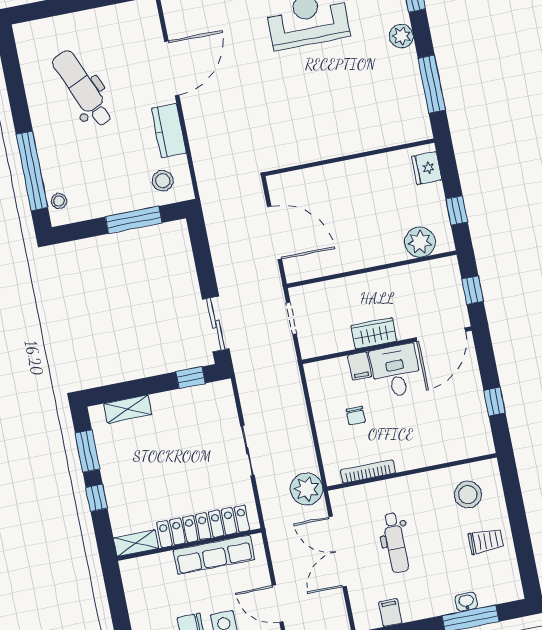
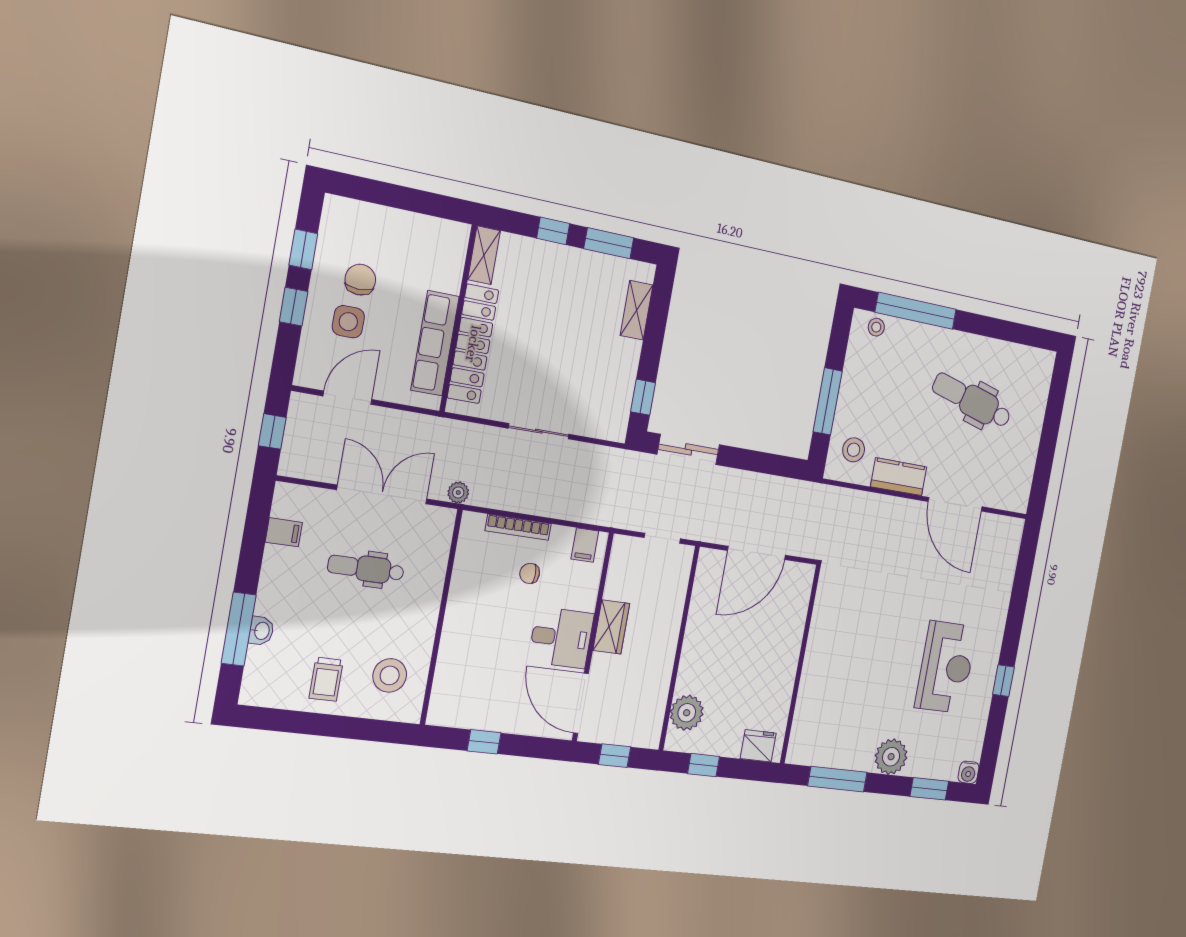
plant: (401, 36) -> (891, 757), width x1.36, depth x1.36
dental chair: (83, 89) -> (972, 401), turned -142
filing cabinet: (360, 366) -> (585, 545), moved, turned -90
bookcase: (368, 472) -> (518, 527), moved, turned 90
plant: (307, 489) -> (458, 492), width x0.53, depth x0.53

